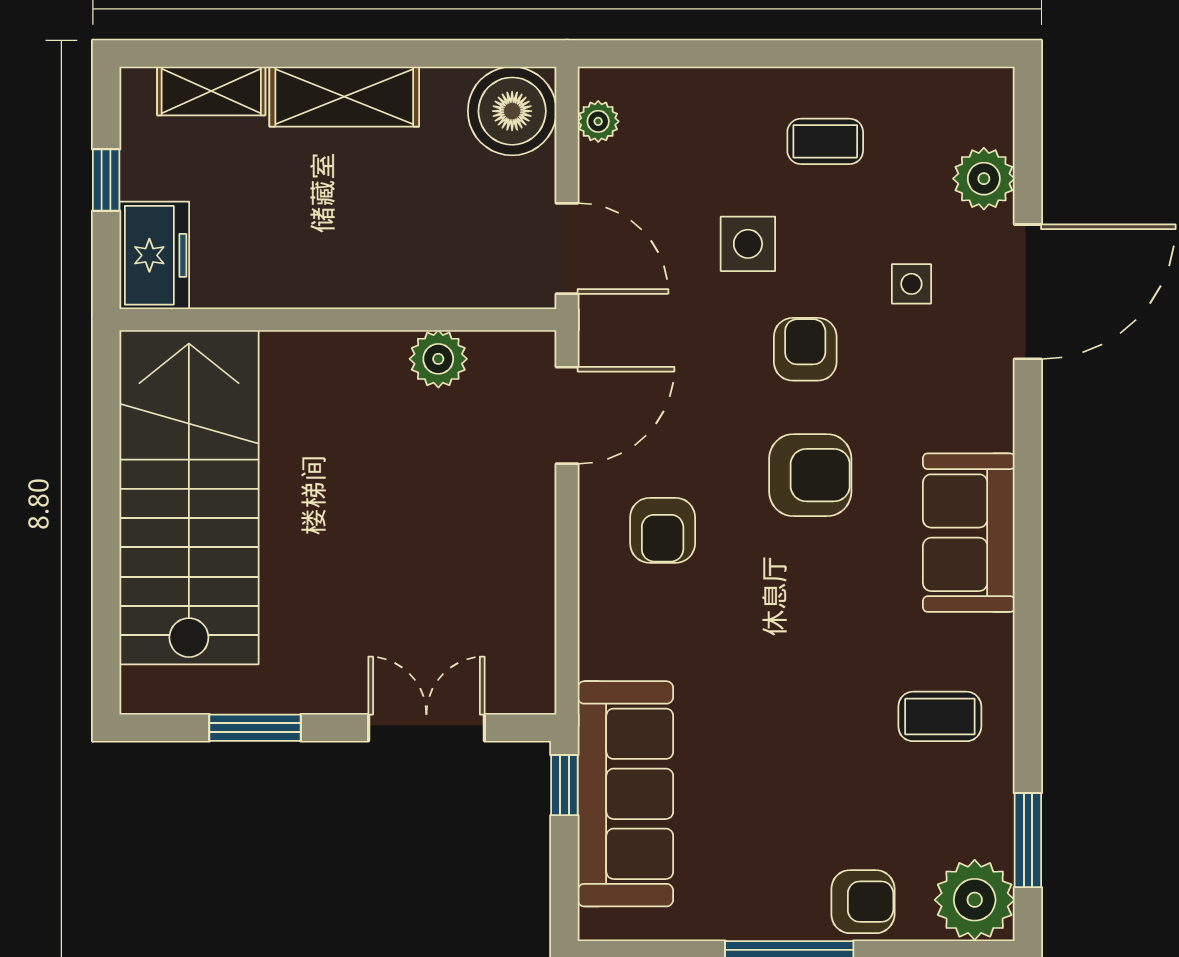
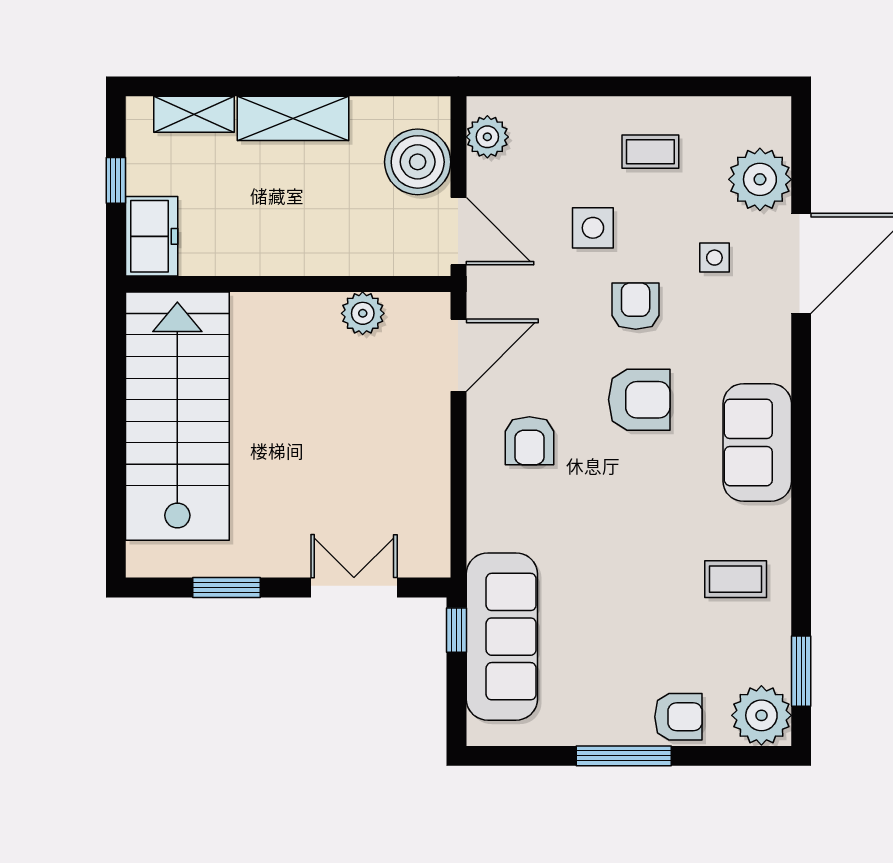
boiler: (512, 111) -> (418, 162), moved
plant: (598, 121) -> (487, 137), width x1.38, depth x1.38
plant: (984, 179) -> (760, 179), width x1.36, depth x1.36

